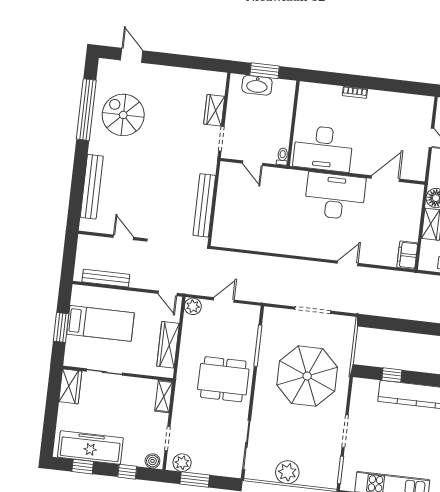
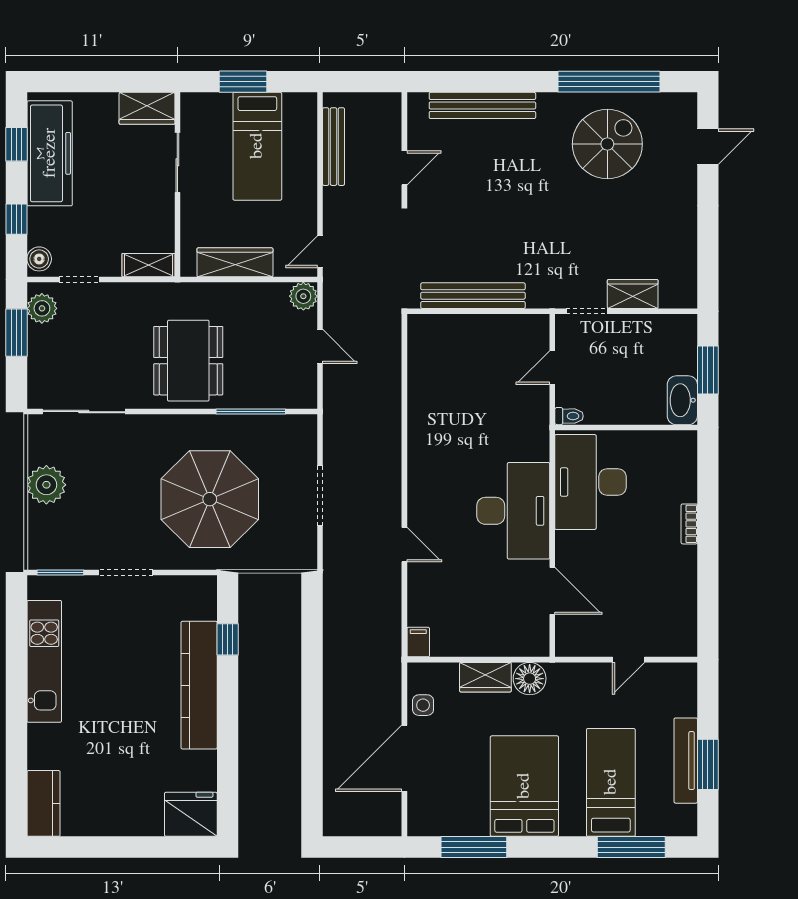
washbasin: (257, 85) -> (682, 400), moved
filing cabinet: (407, 255) -> (418, 642), width x0.50

